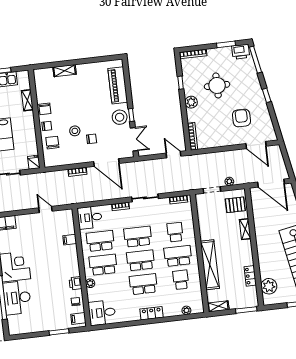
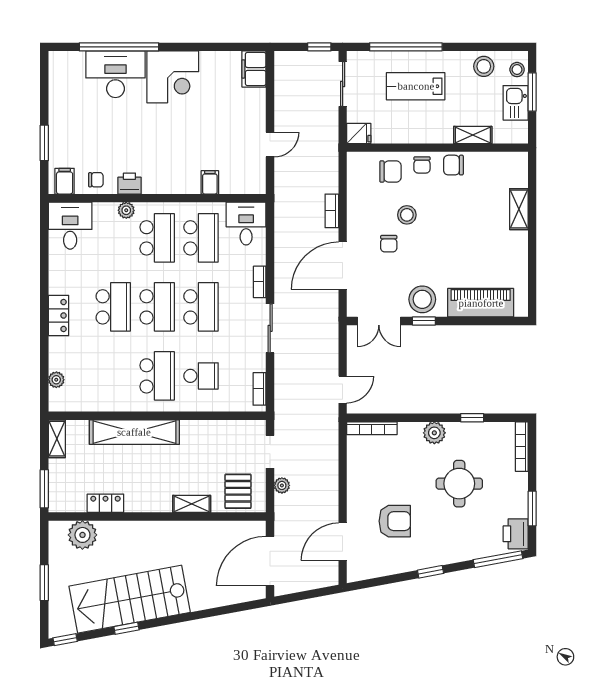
school desk: (181, 280) -> (113, 376), removed

